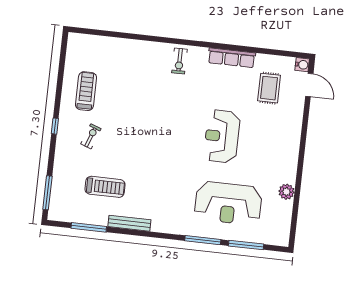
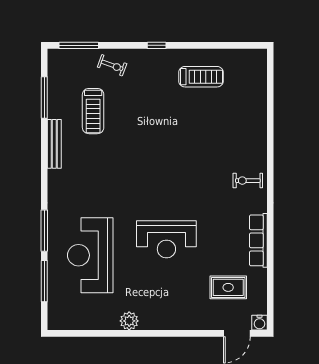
exercise bike: (91, 136) -> (112, 65), moved
reception desk: (222, 136) -> (166, 239), turned 180
plant: (286, 192) -> (129, 321), moved

